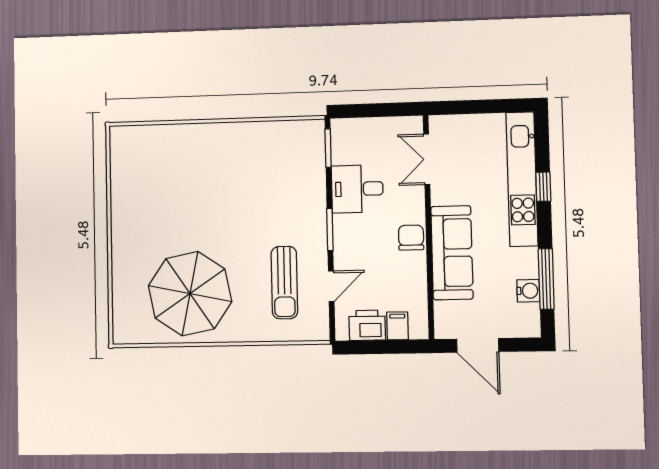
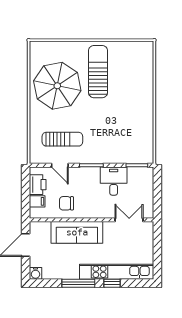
sun lounger: (164, 222) -> (98, 72), added
chair: (411, 238) -> (66, 203), moved, turned 180
window: (546, 279) -> (78, 283), moved
sun lounger: (284, 283) -> (62, 139), turned 180
water cooler: (528, 291) -> (36, 273), moved

